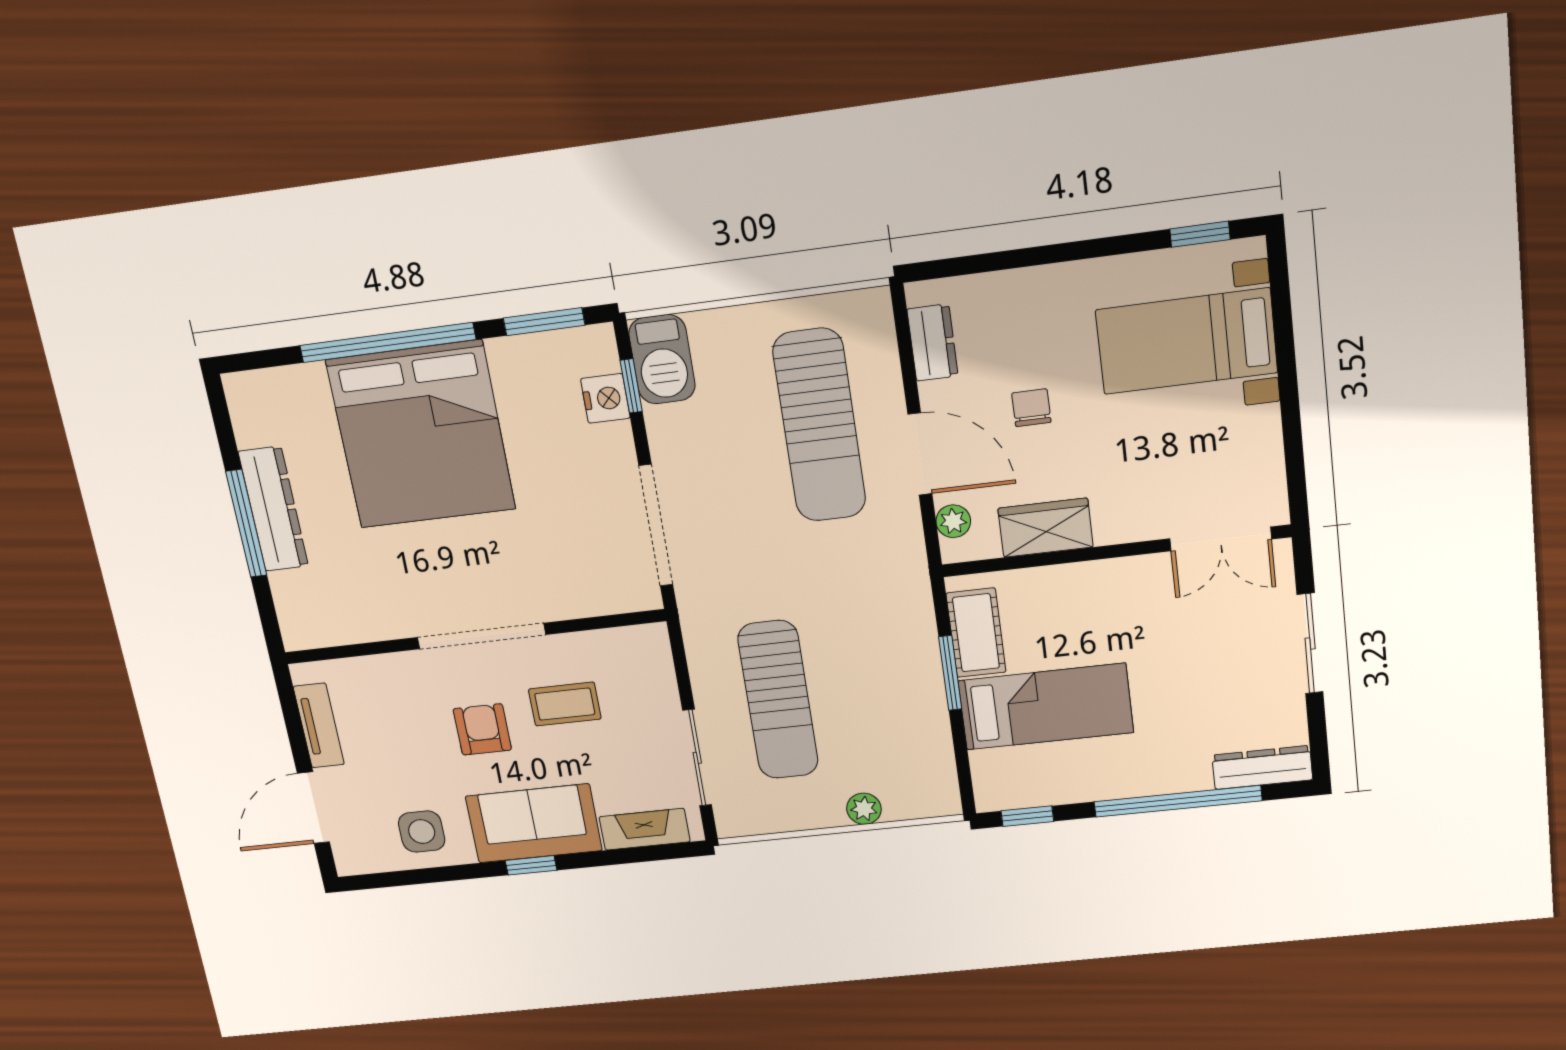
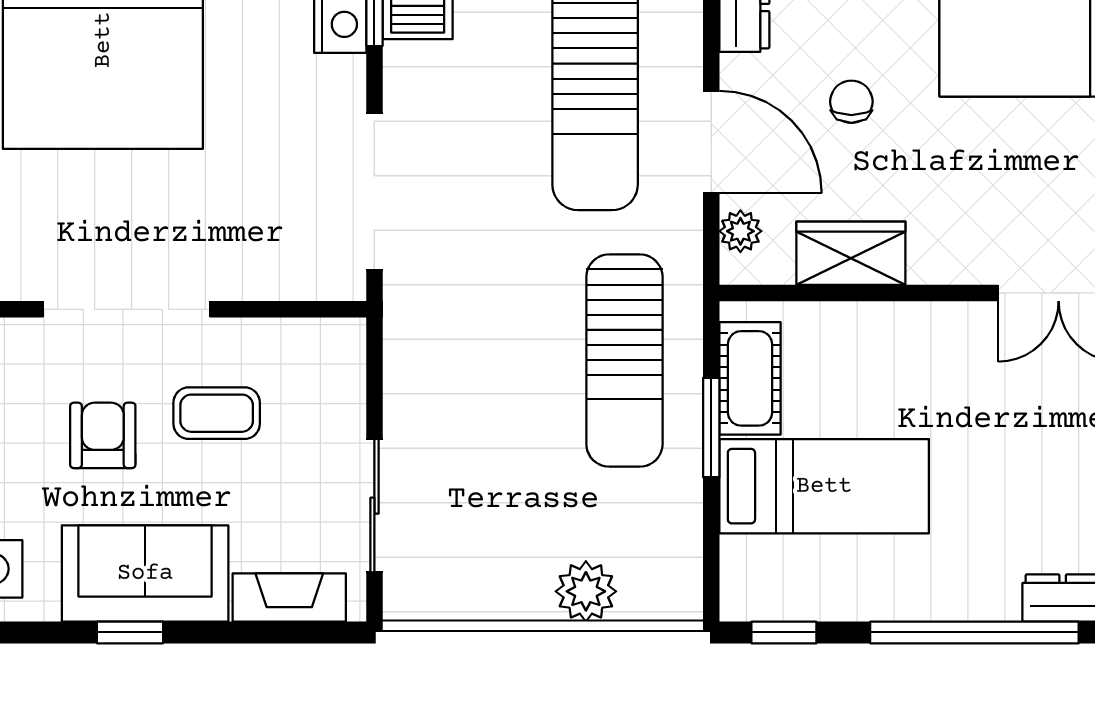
sun lounger: (778, 700) -> (624, 361), moved
plant: (864, 809) -> (586, 591), width x1.38, depth x1.38

